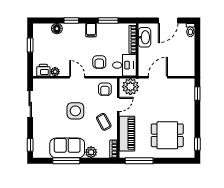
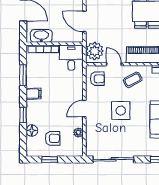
armchair: (99, 62) -> (53, 138), moved
printer: (43, 70) -> (77, 145), removed
sliding door: (30, 104) -> (113, 159), width x1.37

